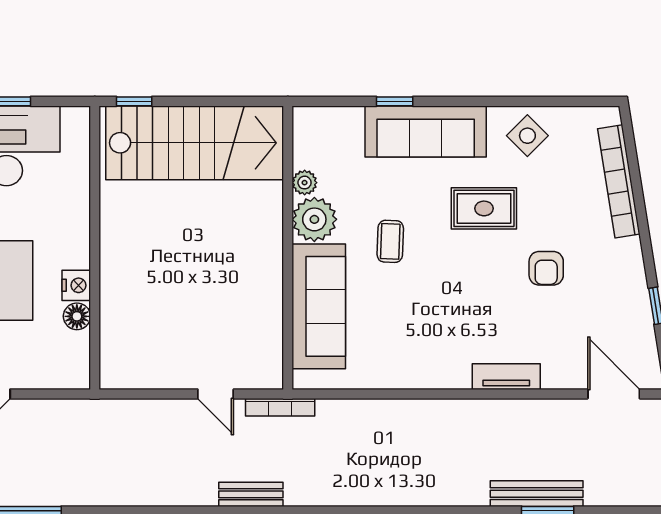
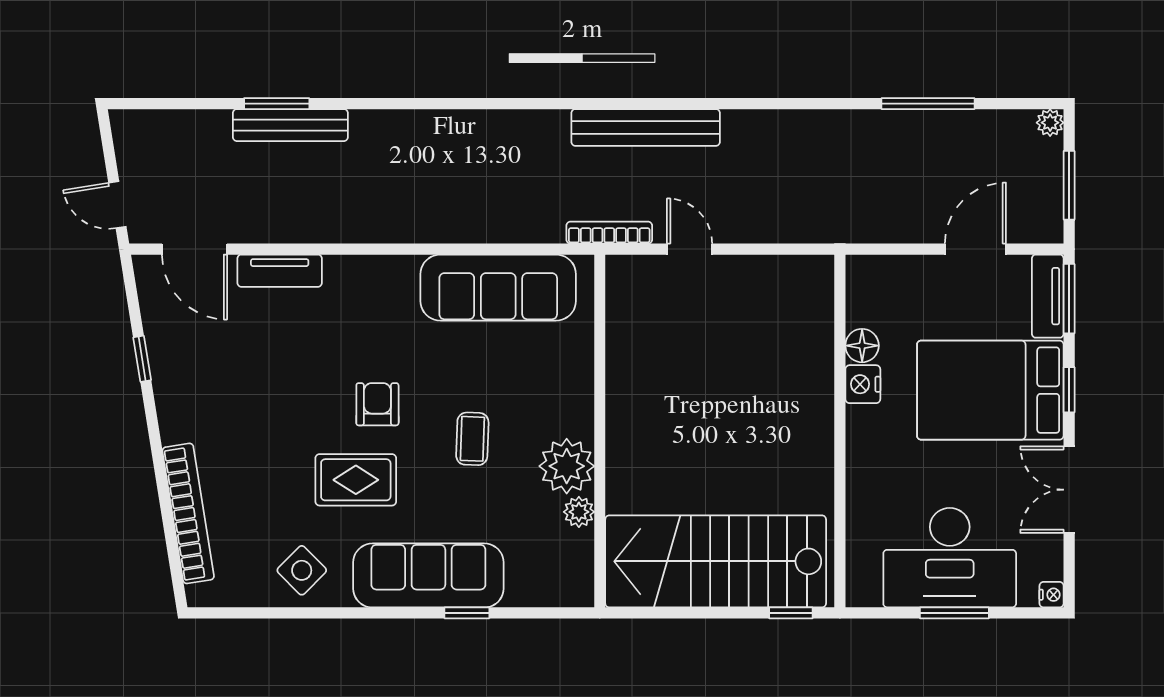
armchair: (546, 268) -> (377, 404), moved
sofa: (319, 306) -> (498, 288), moved, turned -90
tv unit: (506, 377) -> (280, 271), moved
bench: (251, 494) -> (646, 127), width x1.86, depth x1.21

